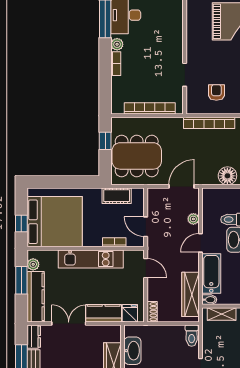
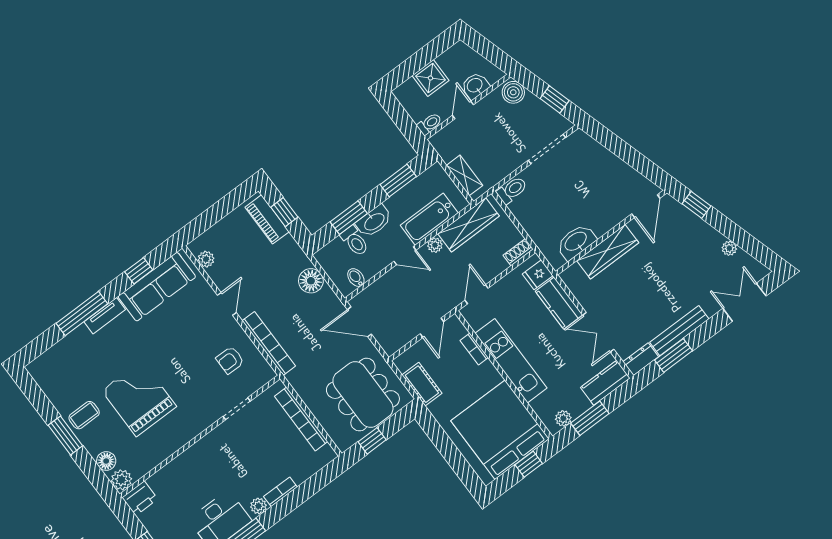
plant: (193, 219) -> (435, 245), moved
kitchen counter: (36, 297) -> (605, 383), width x0.67
bidet: (209, 300) -> (356, 278), moved

